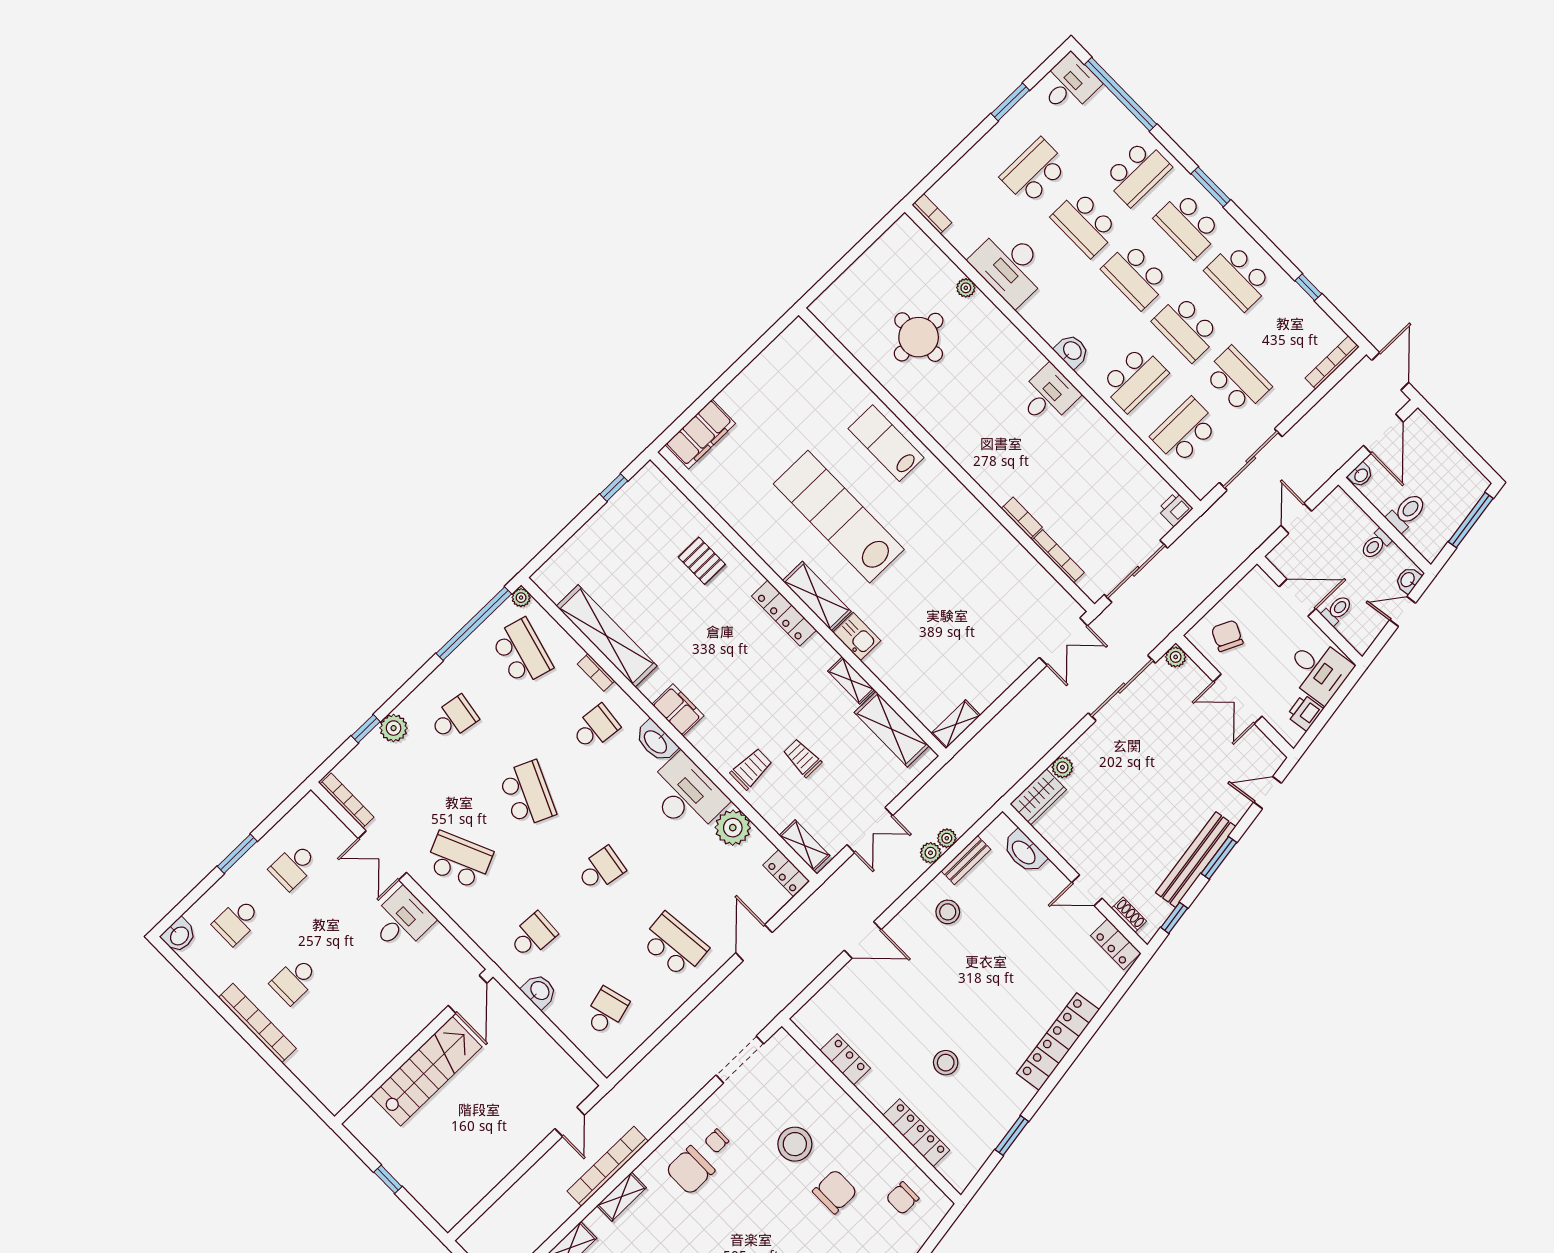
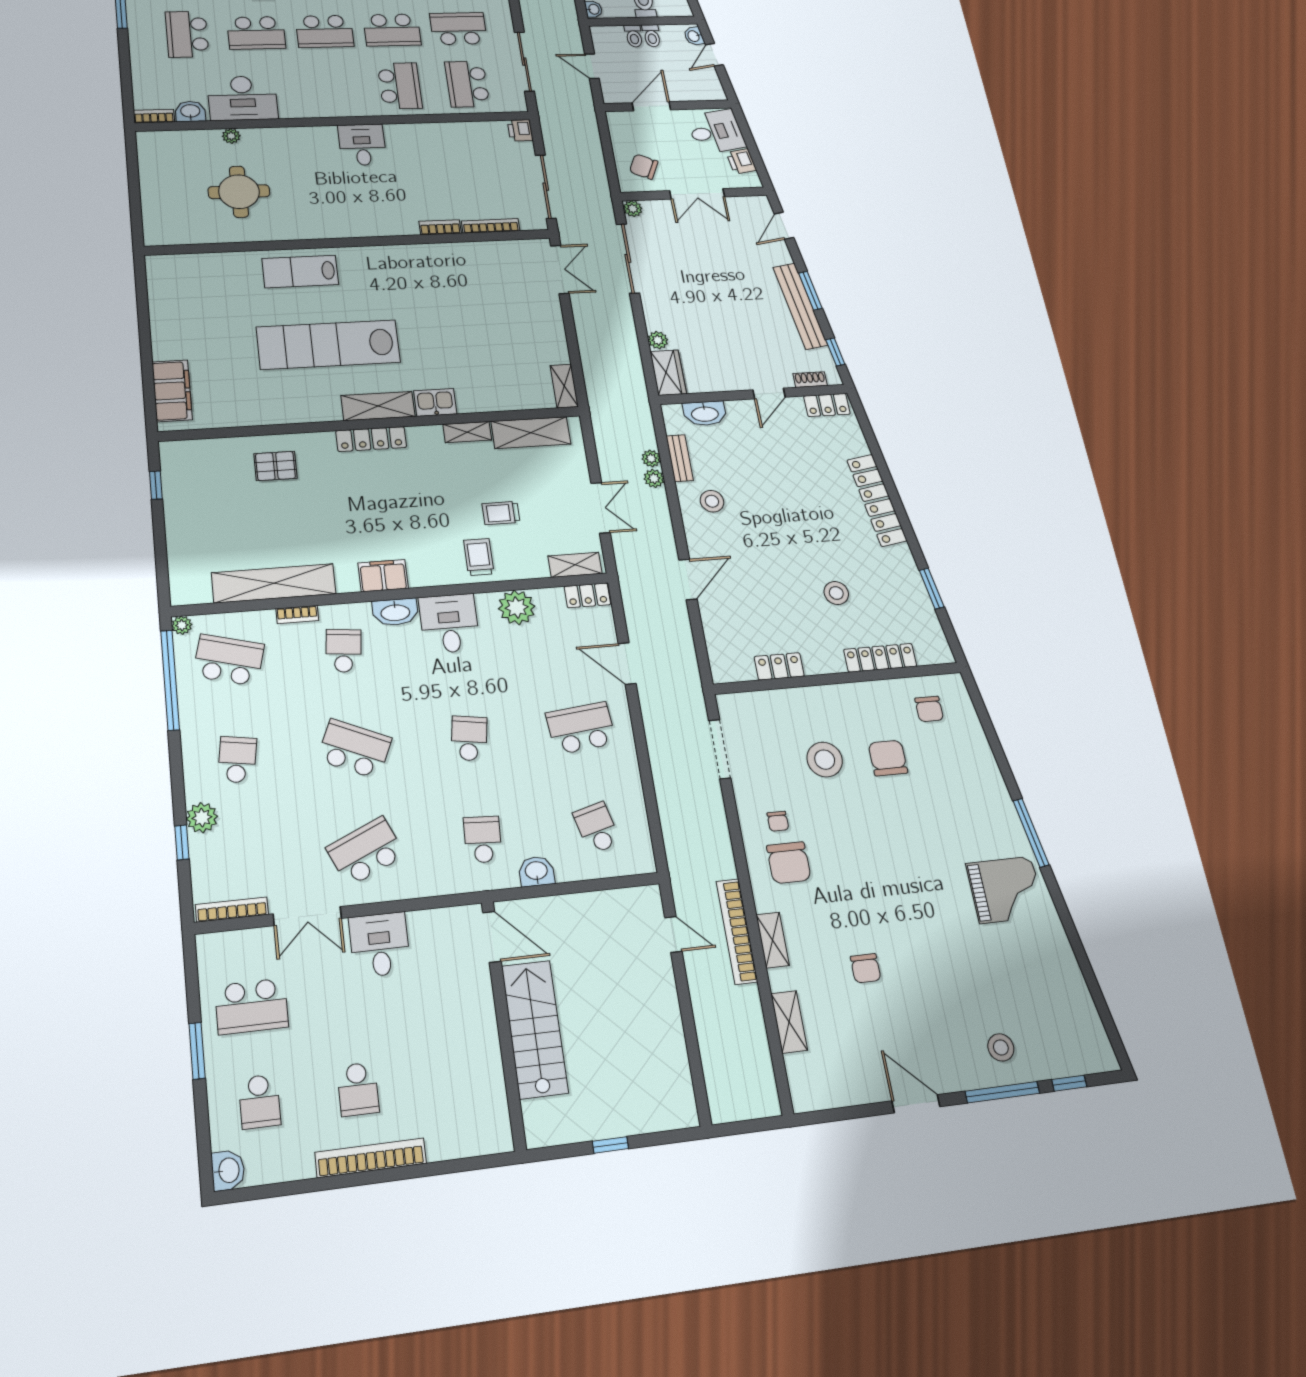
washbasin: (1072, 351) -> (190, 111), moved
toilet: (1337, 610) -> (634, 36), moved, turned 180
desk: (686, 795) -> (449, 624), width x0.73
school desk: (293, 866) -> (252, 1006), width x1.85

